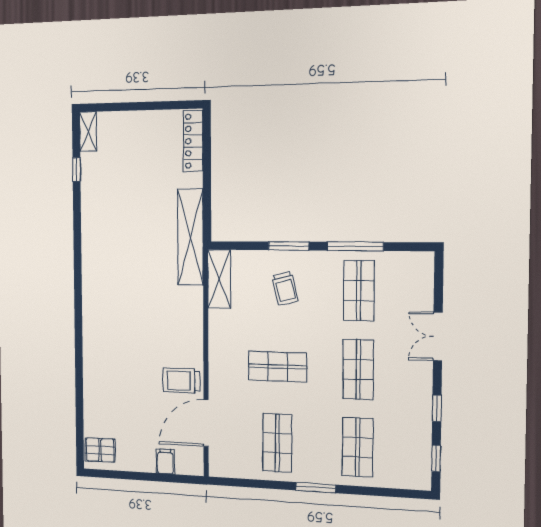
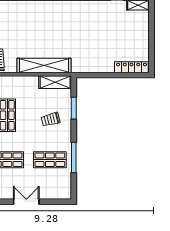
shelving: (190, 237) -> (44, 65), moved
window: (289, 246) -> (74, 108), moved

